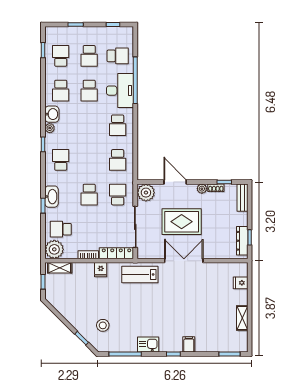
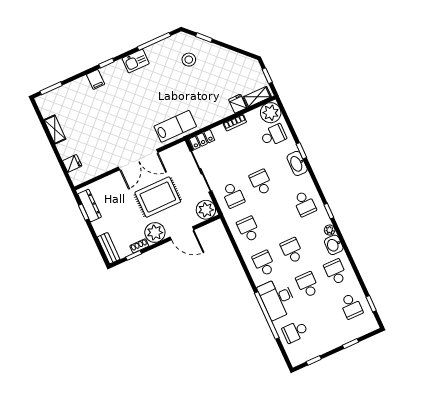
school desk: (89, 56) -> (292, 251), moved
plant: (202, 189) -> (155, 232), width x1.88, depth x1.88
locker: (116, 253) -> (202, 139), width x0.66
fridge: (101, 270) -> (238, 104), moved

